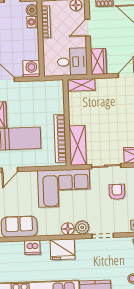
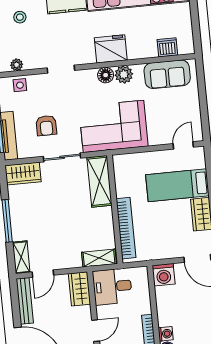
bookcase: (60, 138) -> (126, 228), moved
plant: (82, 227) -> (124, 74), moved
dishwasher: (32, 247) -> (167, 47), moved

